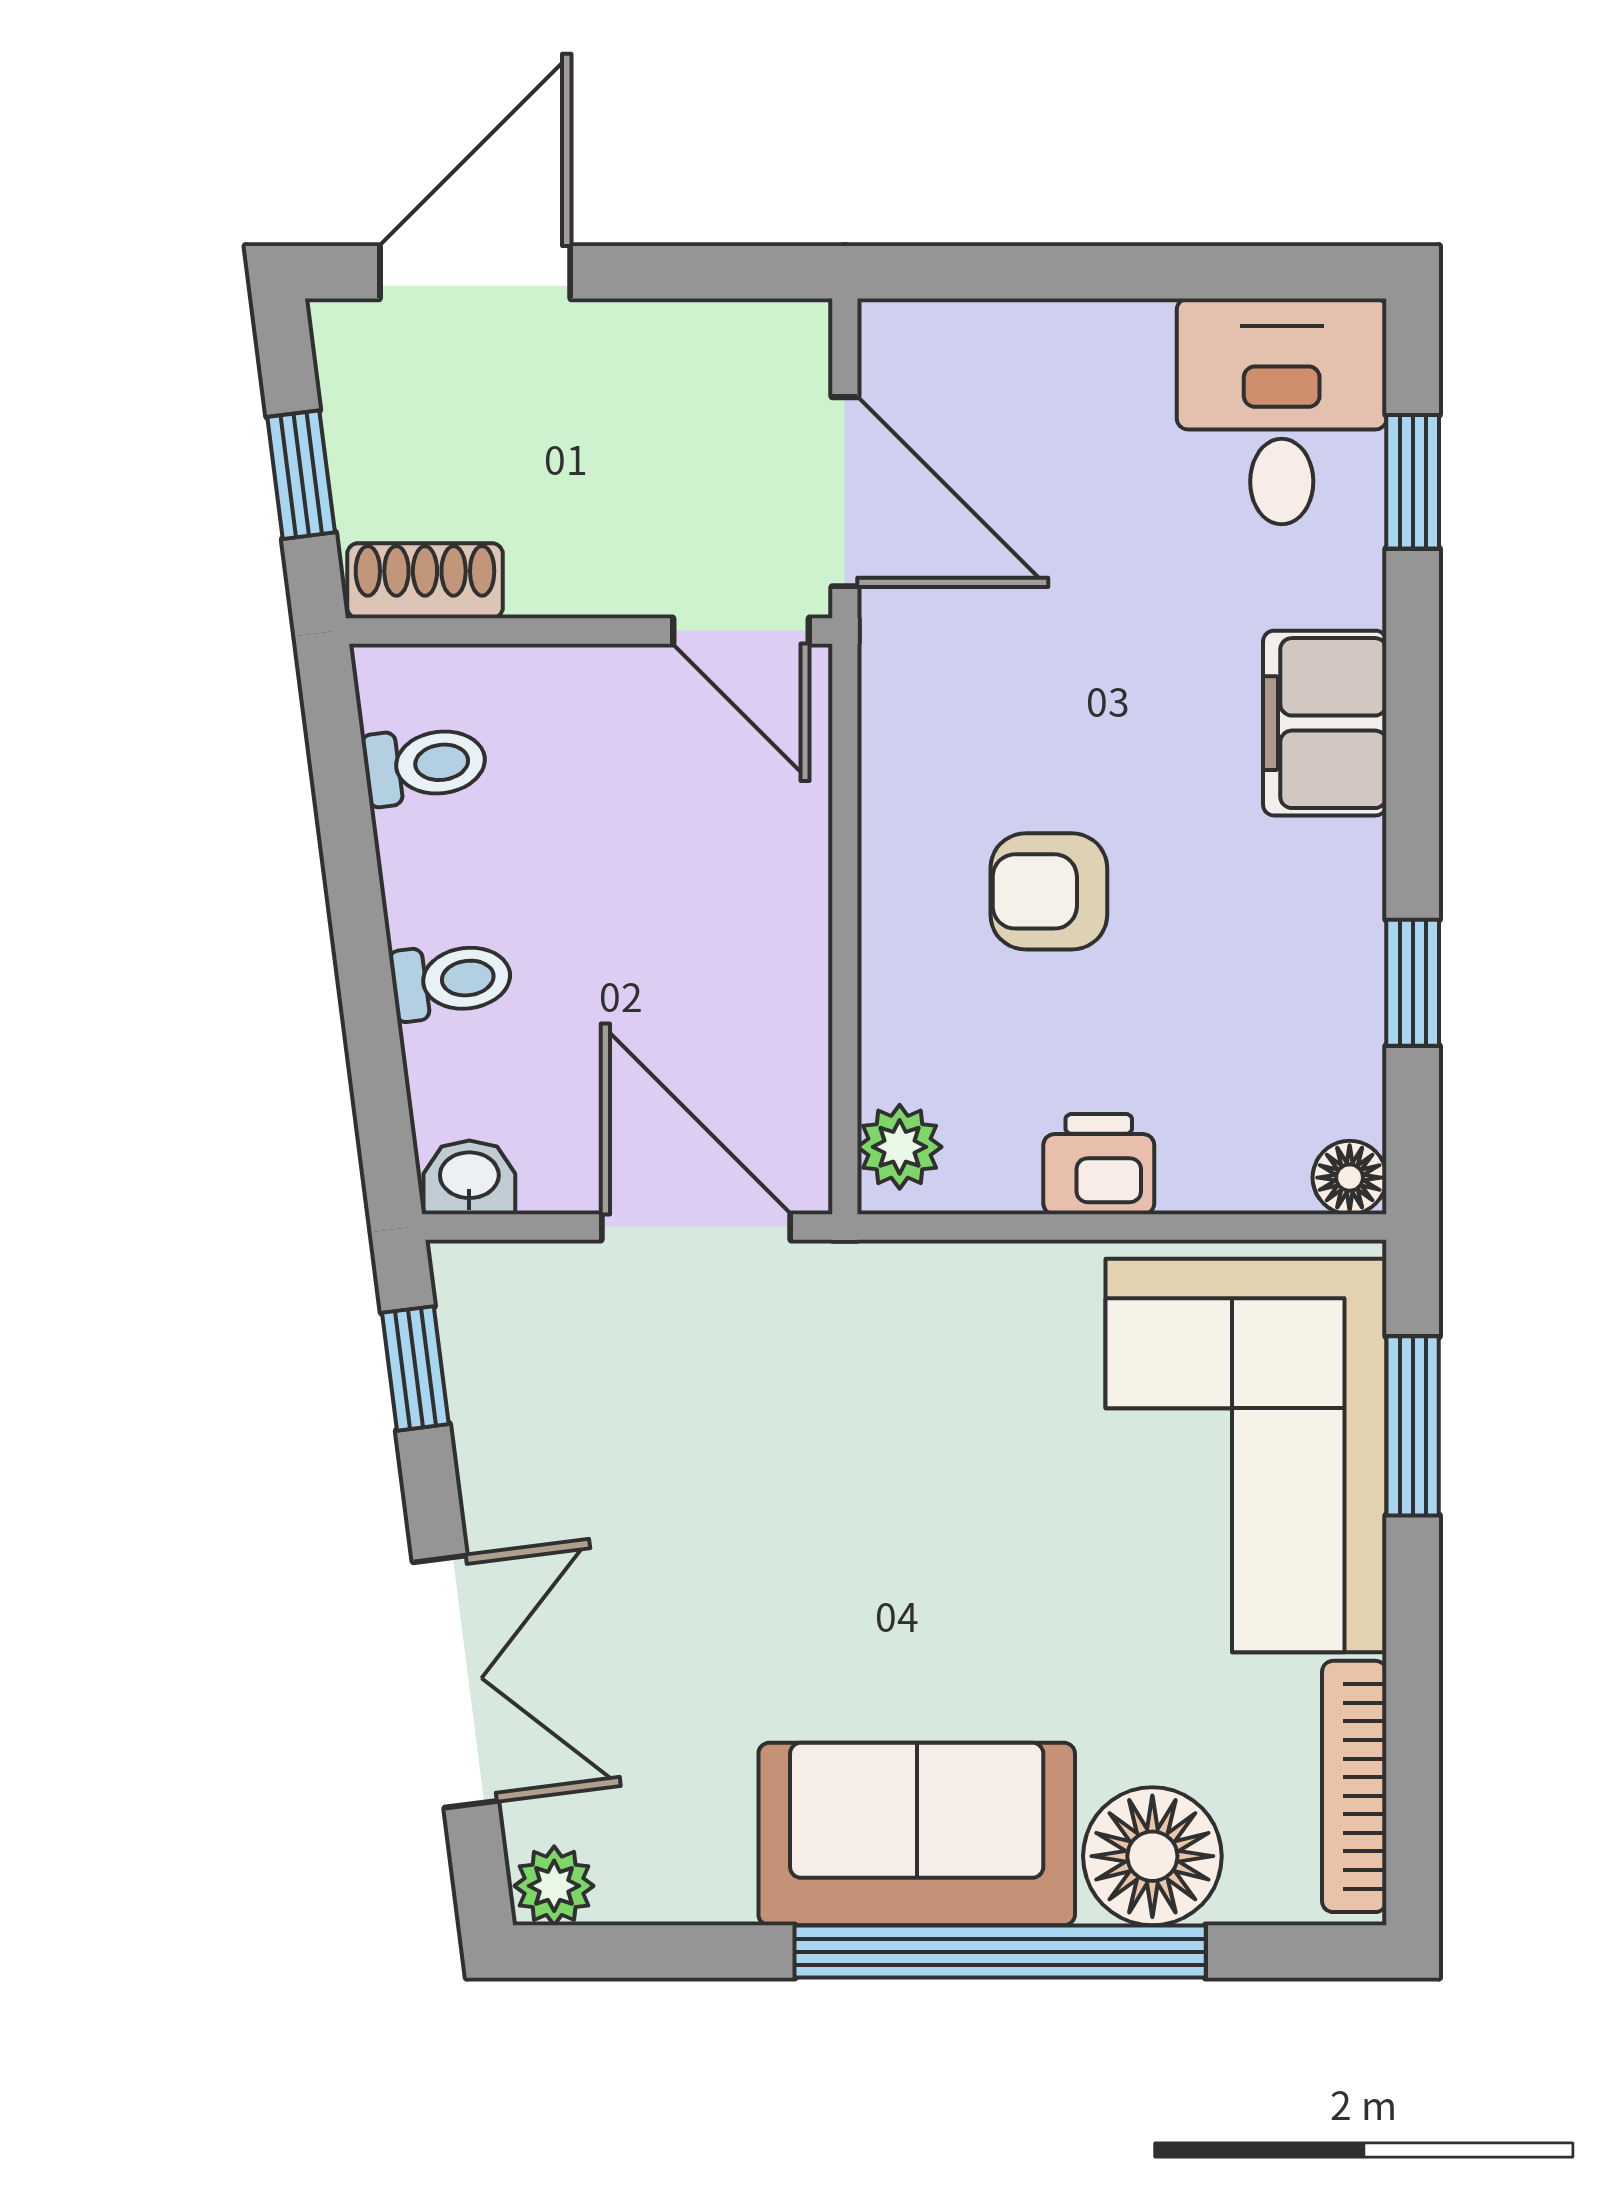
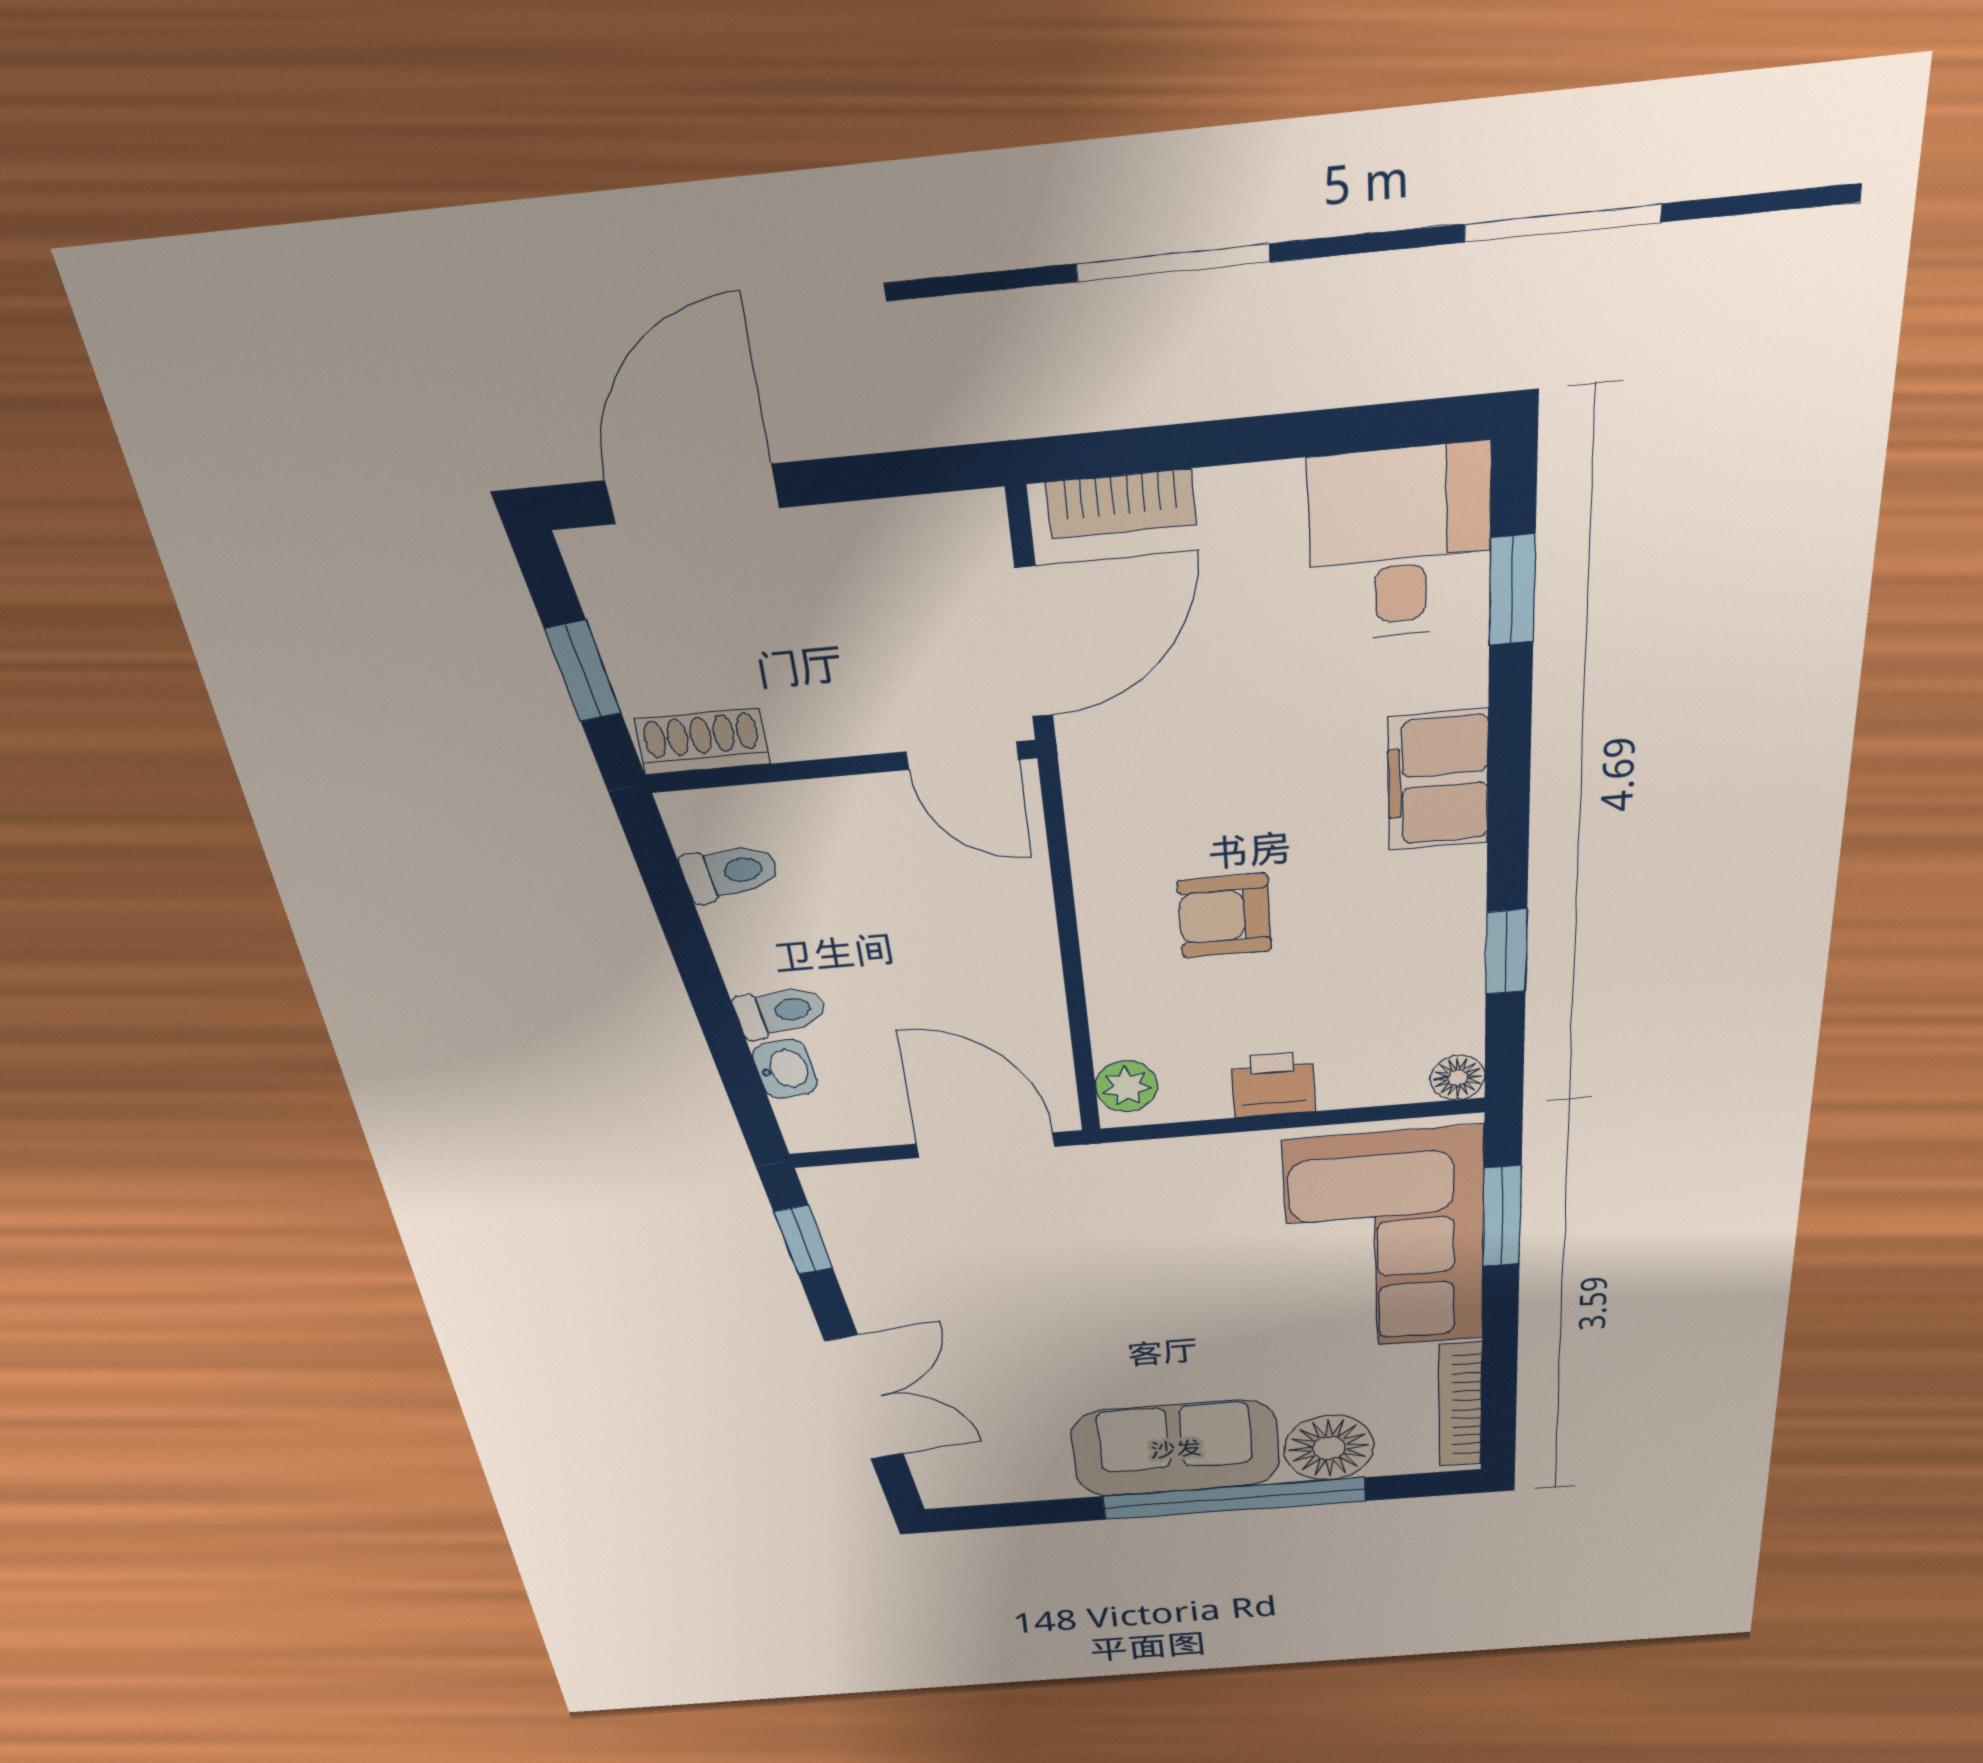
bookcase: (963, 332) -> (1121, 504), added
door: (845, 492) -> (1034, 643), hinge flipped
washbasin: (469, 1177) -> (785, 1069), moved, turned 83
plant: (554, 1886) -> (947, 1489), removed

